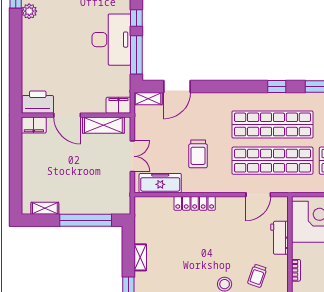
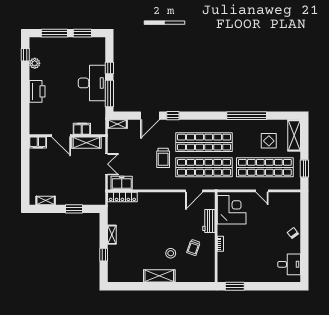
door: (177, 87) -> (150, 116), moved
window: (277, 87) -> (173, 116), moved
printer: (38, 102) -> (37, 91), moved, turned 90
filing cabinet: (118, 105) -> (82, 129), moved
trolley: (198, 154) -> (163, 158), moved
freezer: (160, 183) -> (122, 183), width x0.71
locker: (195, 203) -> (122, 197), moved
window: (86, 220) -> (74, 209), width x0.47

